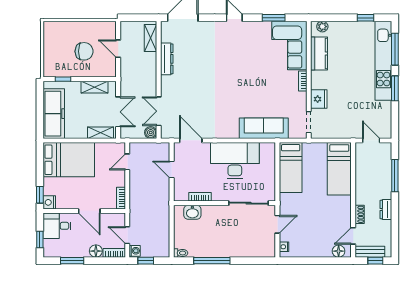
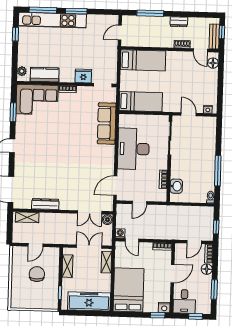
washing machine: (135, 251) -> (120, 233), moved

